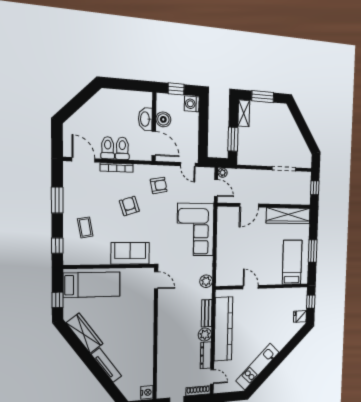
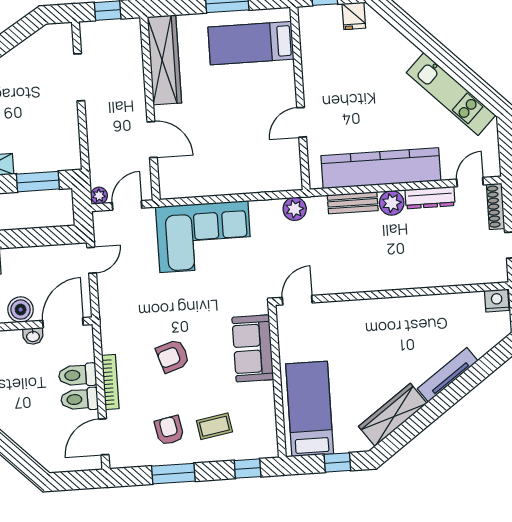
washbasin: (145, 119) -> (33, 336), width x0.52, depth x0.69
armchair: (159, 185) -> (169, 430), moved

